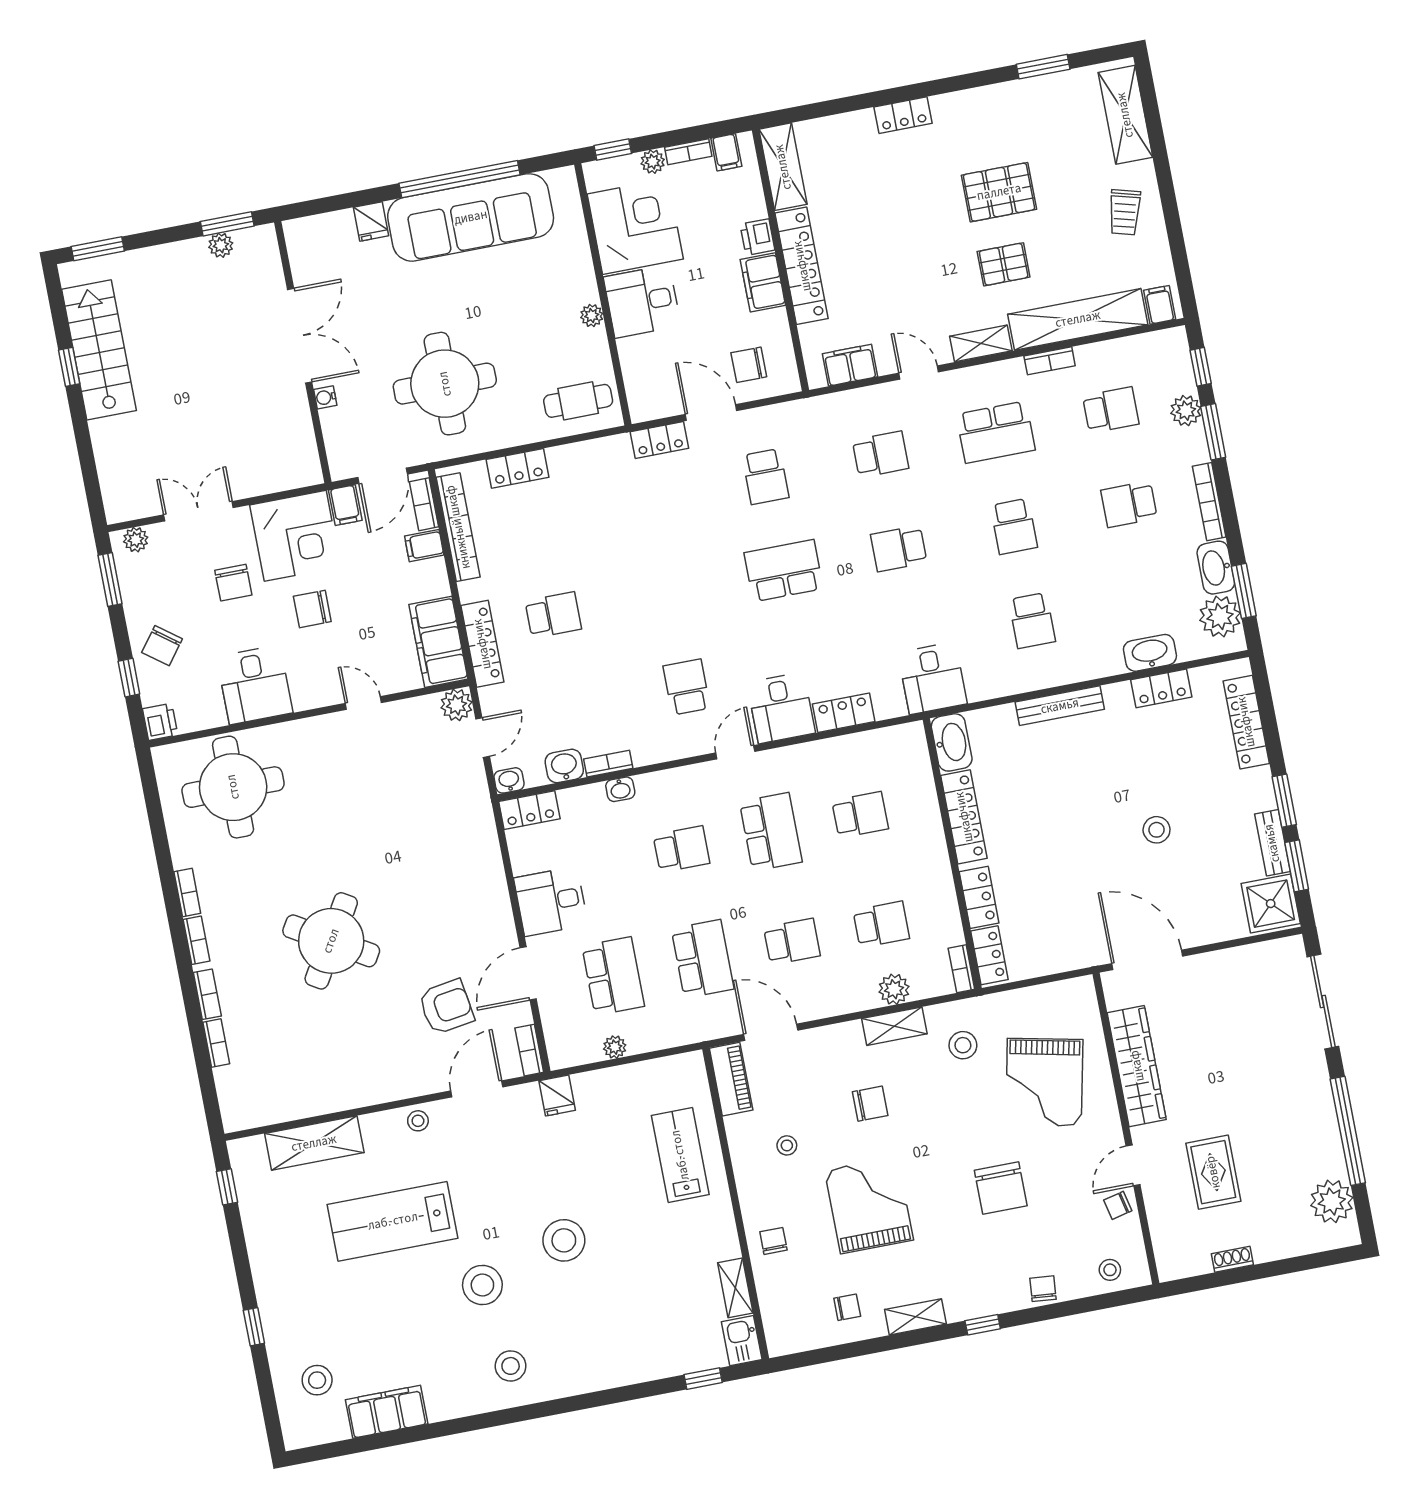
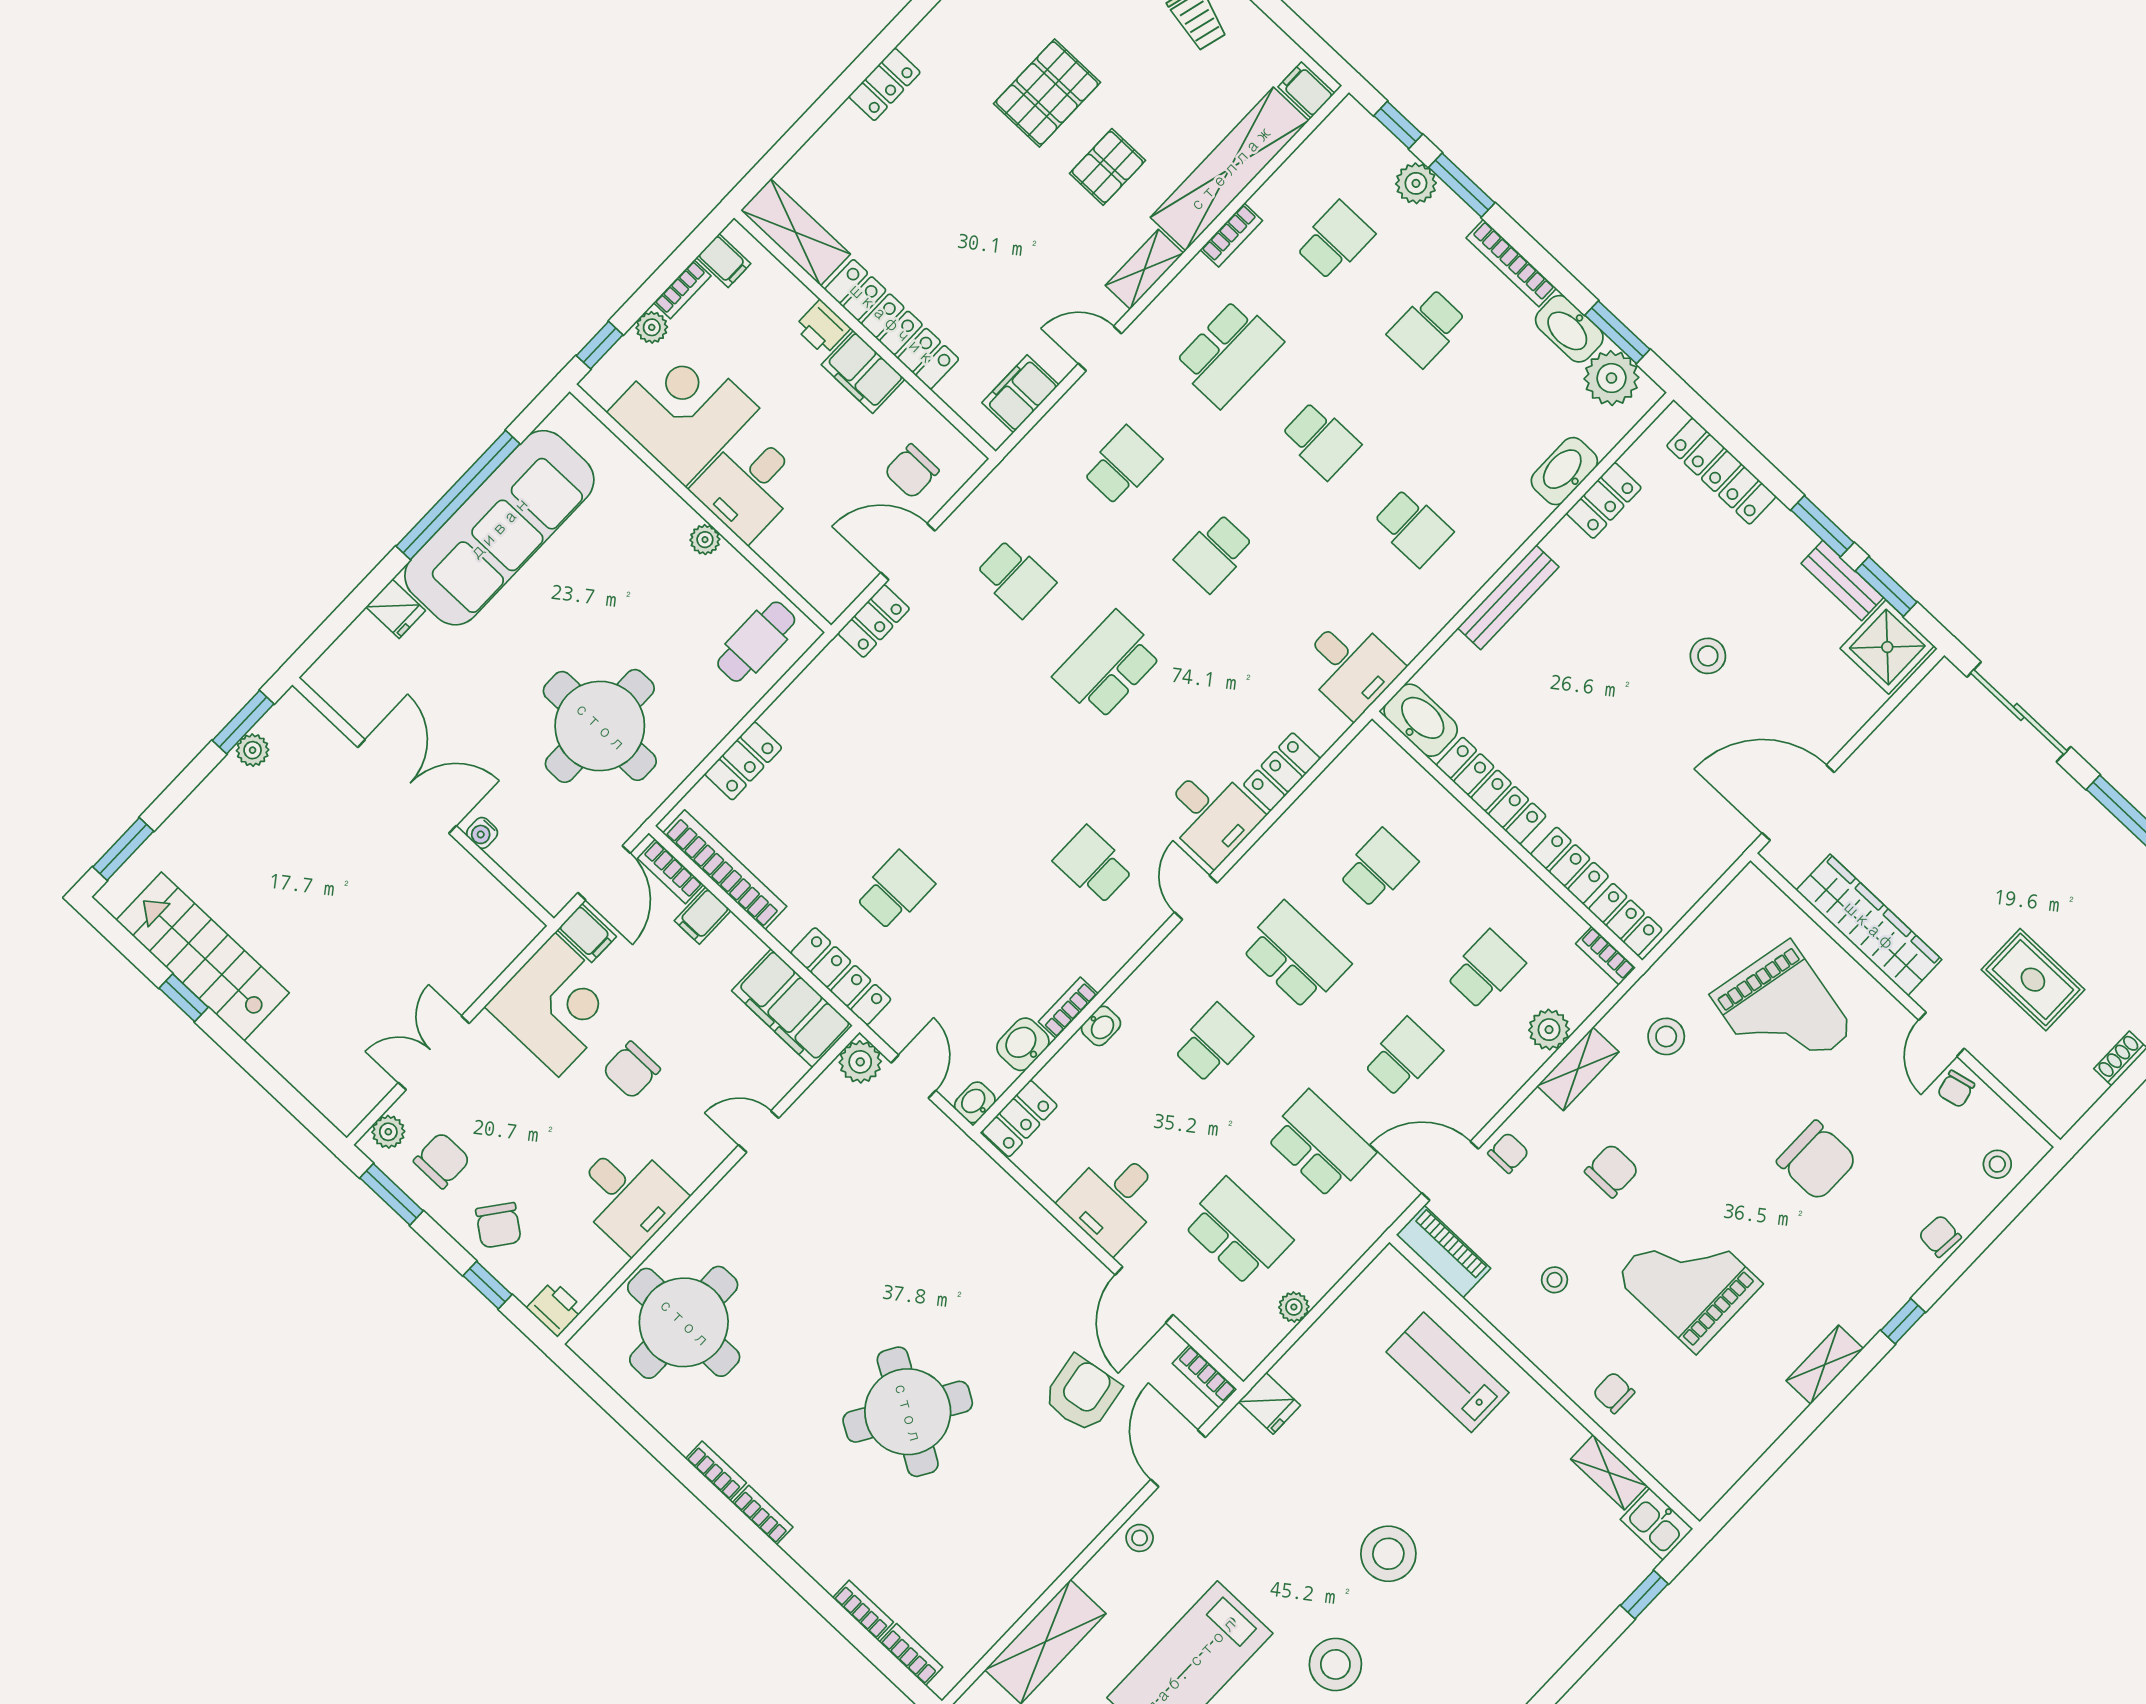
chair: (233, 583) -> (442, 1160), moved, turned -90
bookcase: (207, 994) -> (911, 1655), moved
chair: (847, 1307) -> (1508, 1153), moved

